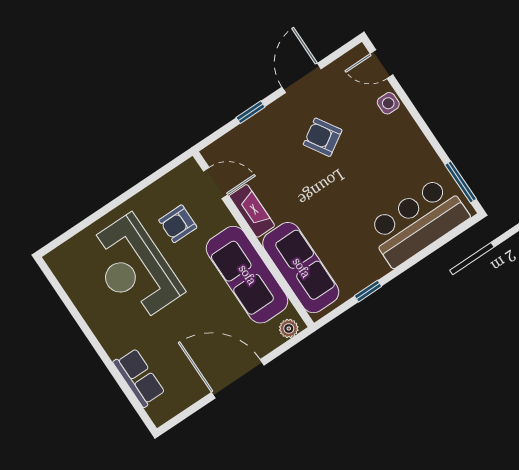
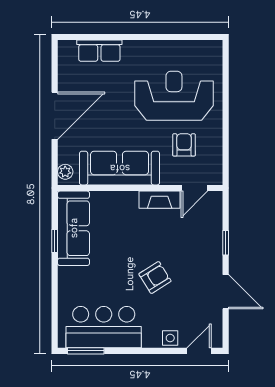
armchair: (323, 137) -> (155, 277), moved
bar counter: (418, 222) -> (104, 327), moved, turned -90
sofa: (301, 268) -> (74, 228), moved, turned -90

